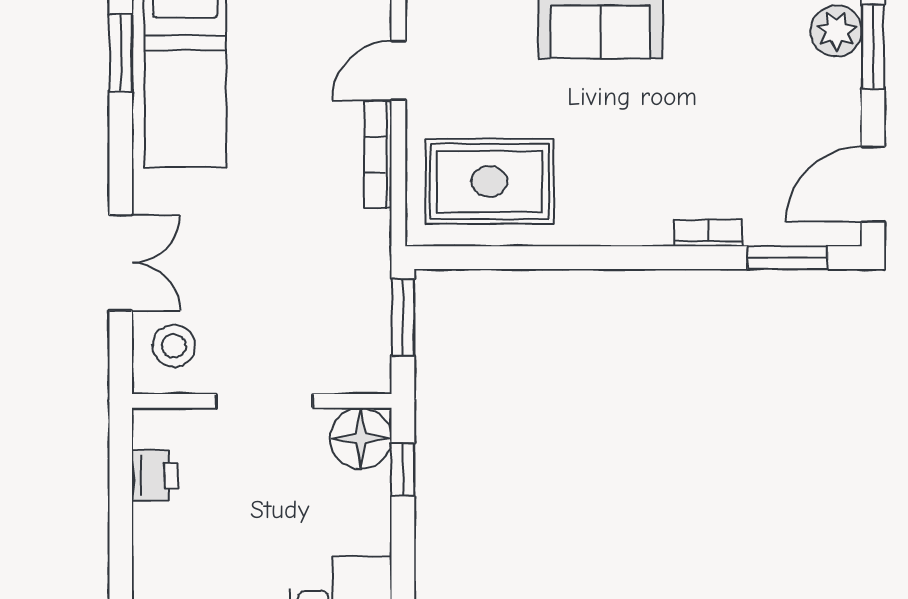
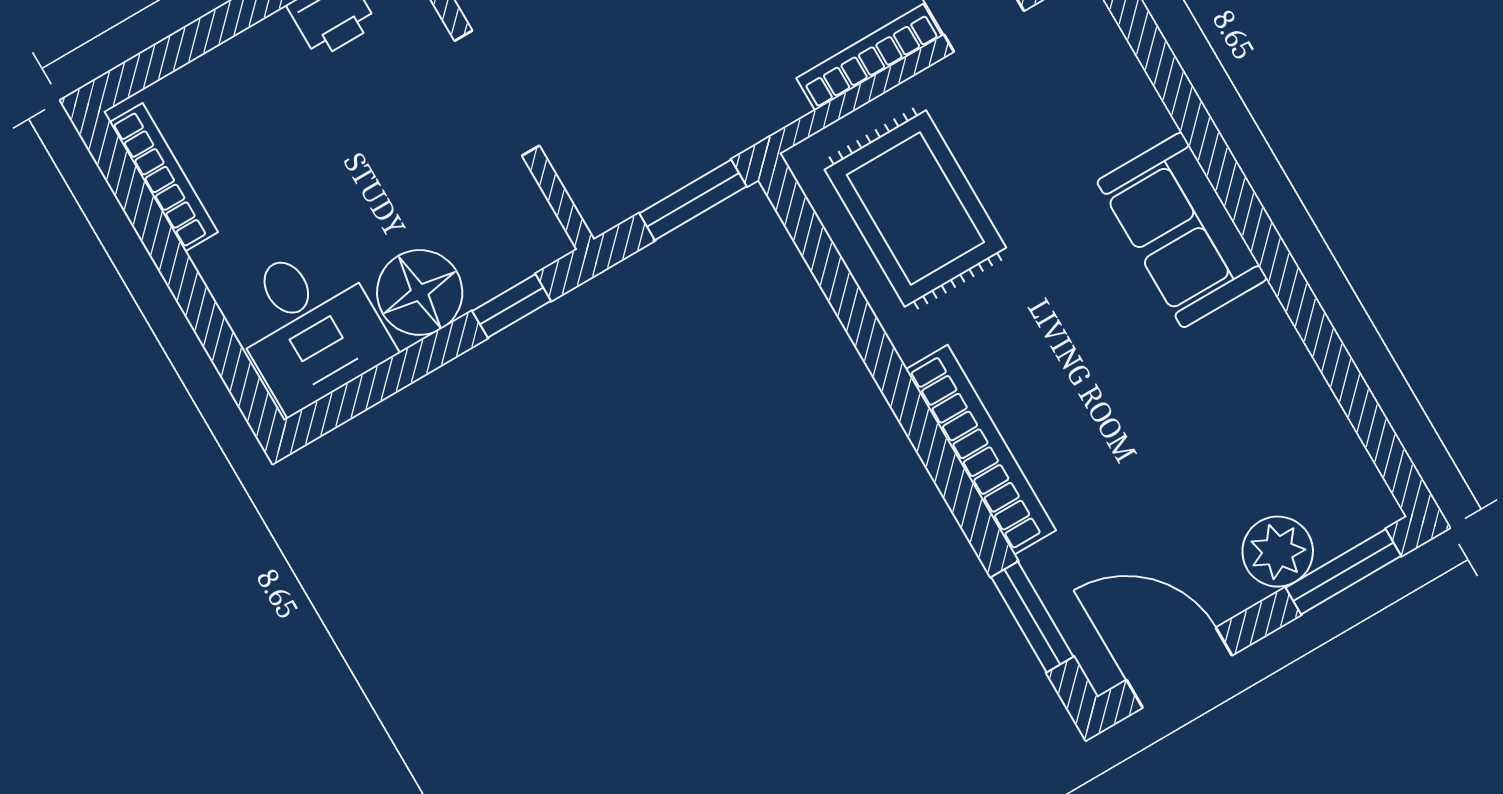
plant: (836, 31) -> (1278, 552), moved
bookcase: (708, 233) -> (981, 450), width x2.31, depth x1.31
floor lamp: (361, 438) -> (420, 292), moved

